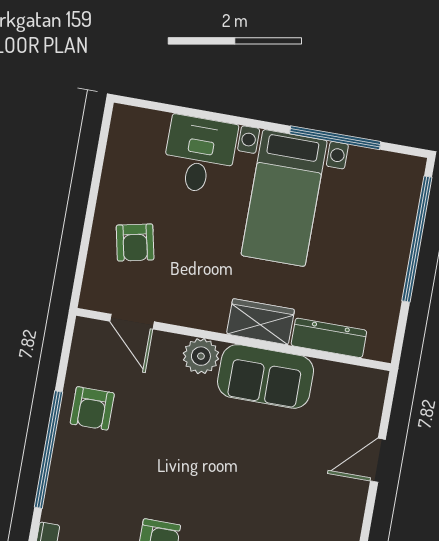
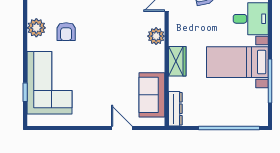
dresser: (329, 338) -> (175, 109), moved
sofa: (266, 376) -> (152, 95), moved

